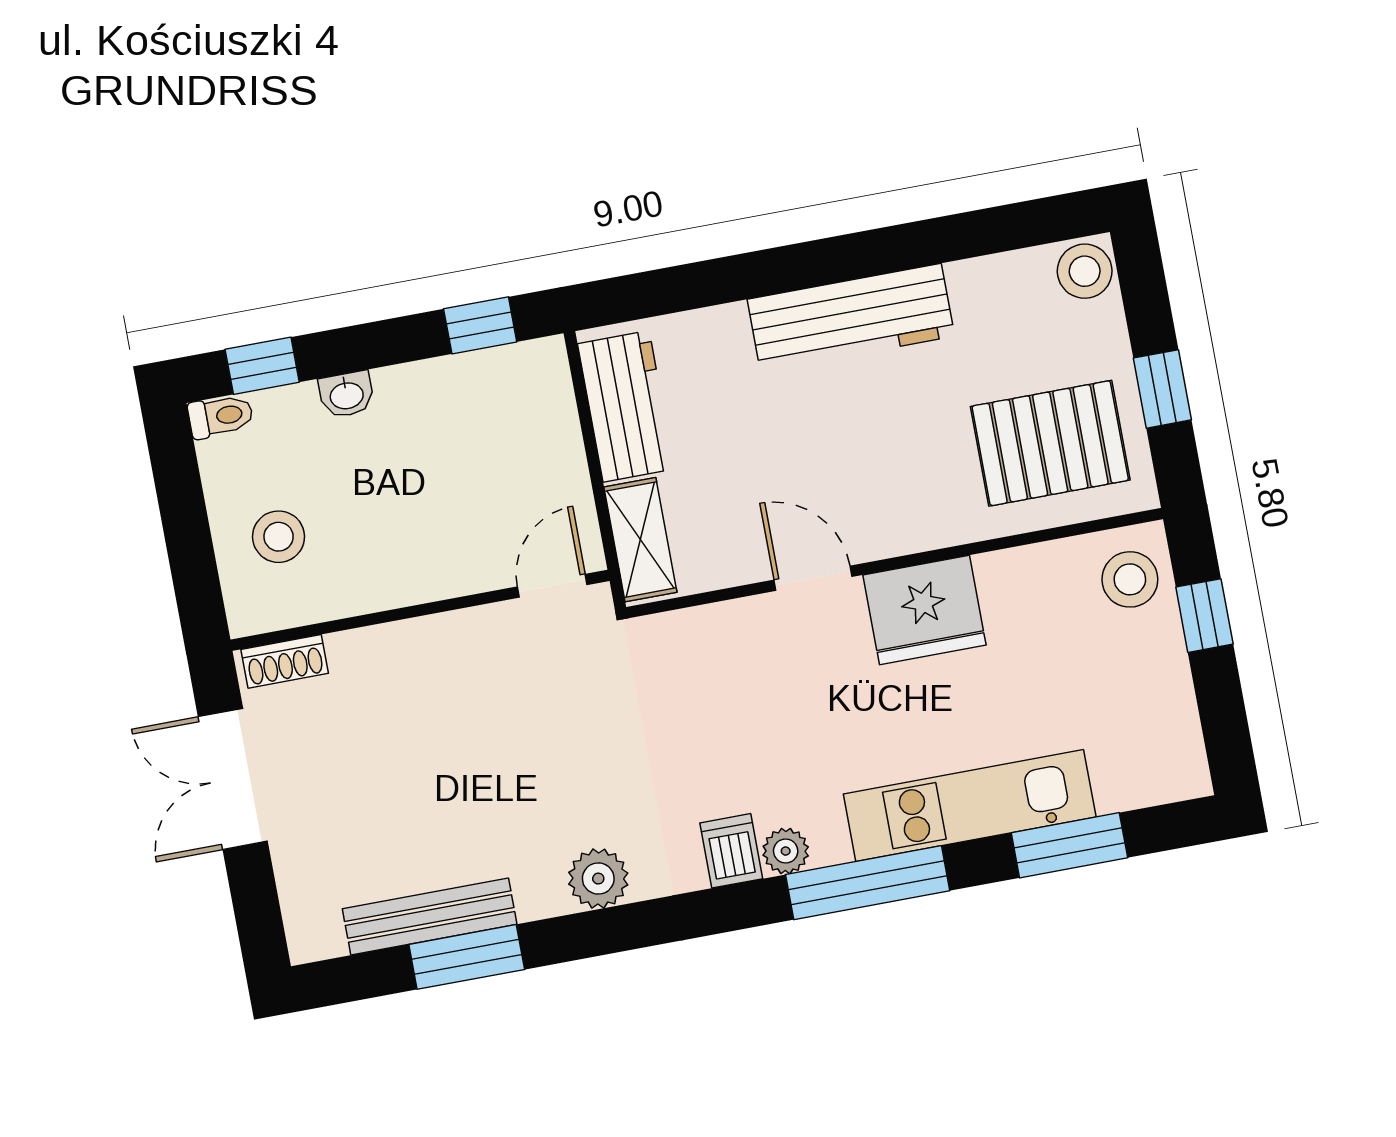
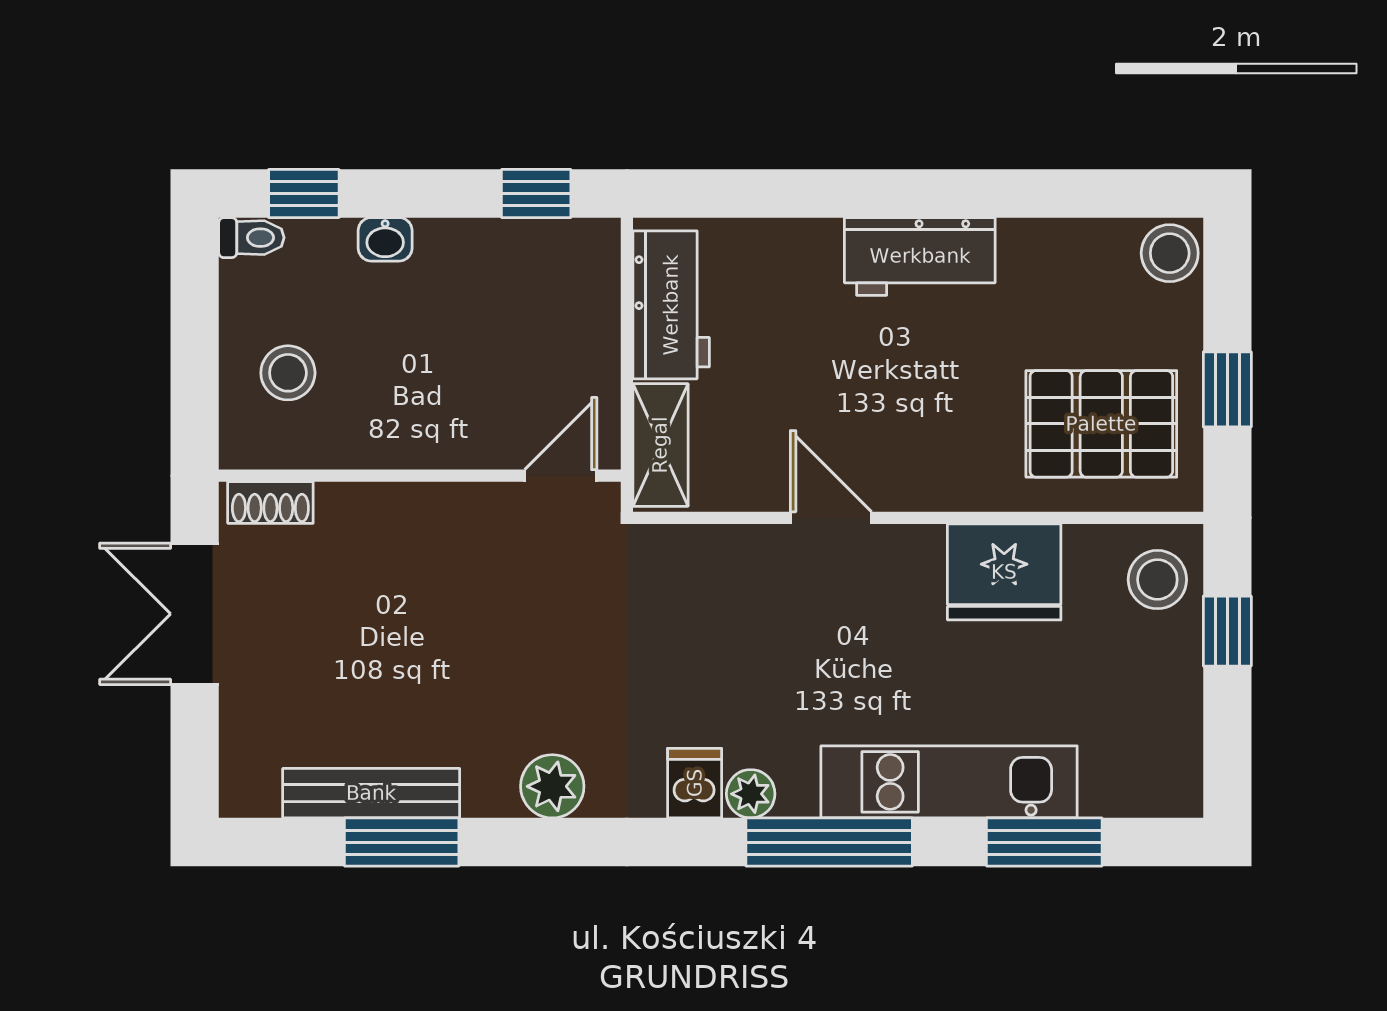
workbench: (851, 318) -> (920, 256), width x0.73
fridge: (925, 610) -> (1004, 572), moved

